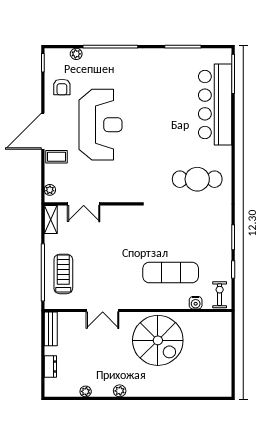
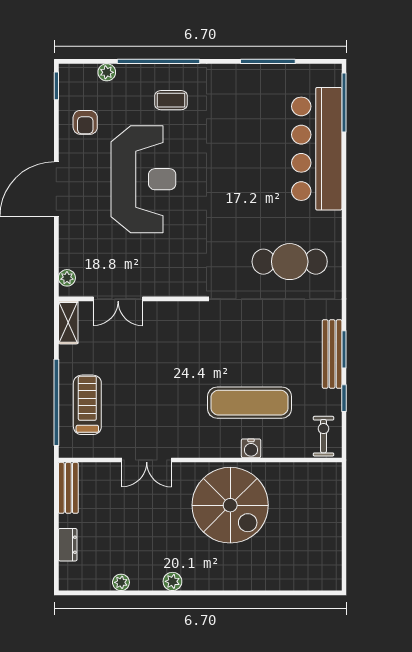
coffee table: (56, 157) -> (171, 100), moved
bench: (225, 240) -> (332, 354), added
water cooler: (196, 303) -> (251, 448), moved

